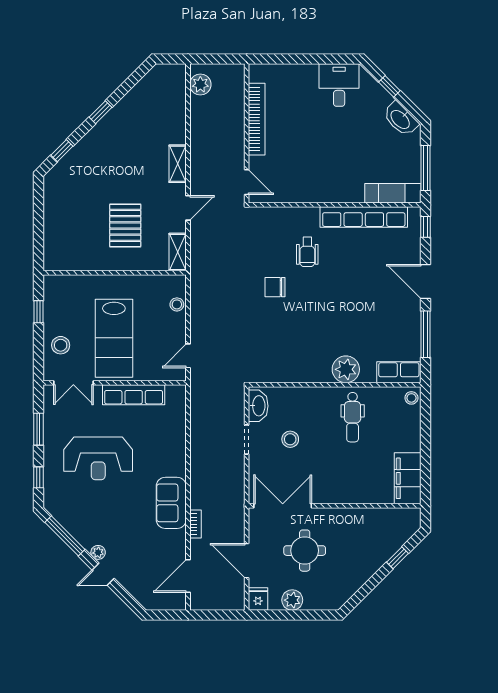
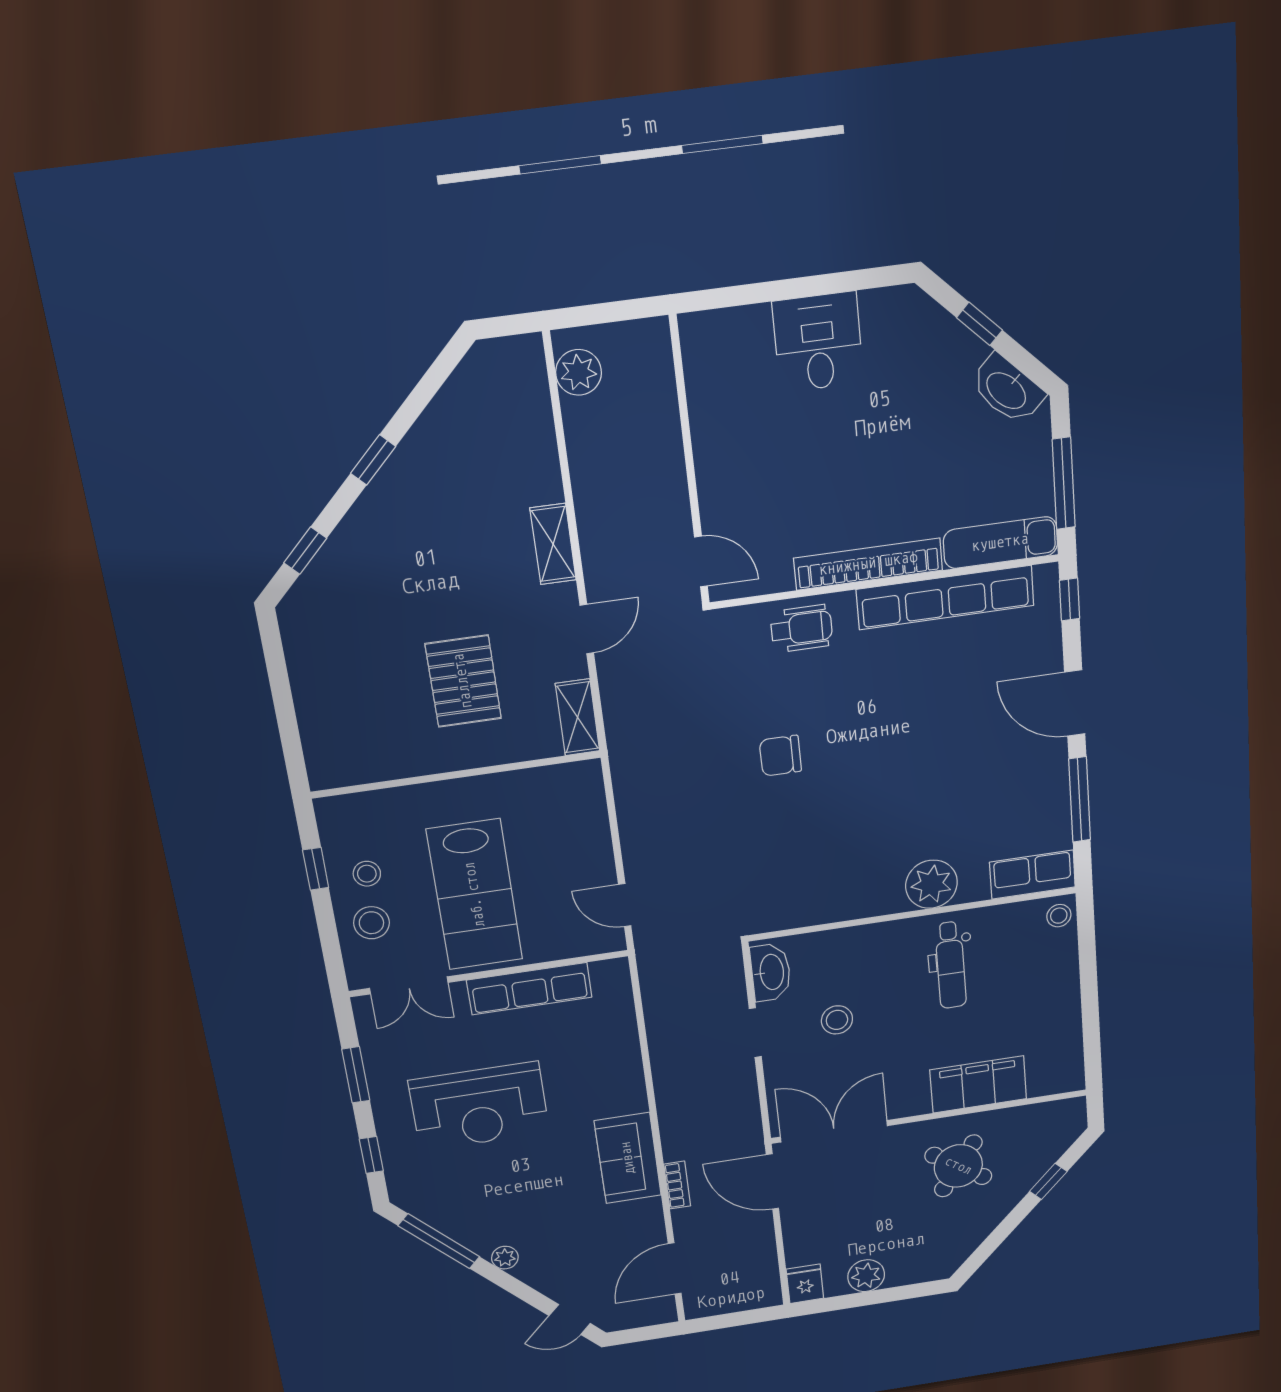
desk: (339, 85) -> (818, 342), moved
bookcase: (257, 119) -> (868, 564), moved, turned -90
wheelchair: (307, 252) -> (802, 628), moved, turned -90
stool: (177, 304) -> (367, 874), moved
door: (188, 356) -> (625, 905), hinge flipped
filing cabinet: (408, 478) -> (978, 1084), moved, turned 90
round table: (305, 551) -> (958, 1166), moved, turned 35
door: (247, 561) -> (772, 1182), moved
door: (103, 574) -> (570, 1320), moved

